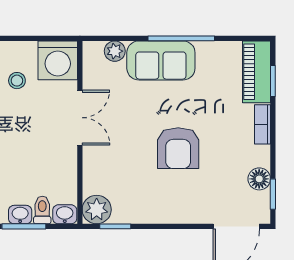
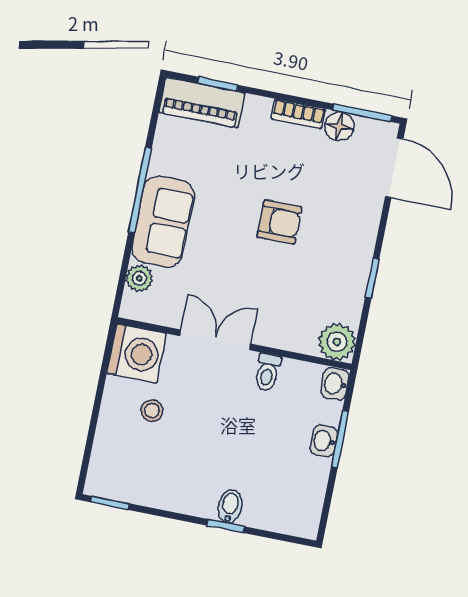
bookcase: (262, 124) -> (298, 114), moved
armchair: (178, 148) -> (279, 222), width x0.72, depth x0.72
window: (273, 194) -> (362, 113), width x1.50
toilet: (42, 210) -> (267, 372), moved, turned -90
window: (115, 226) -> (372, 278), moved

